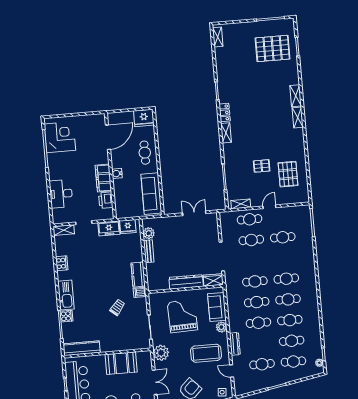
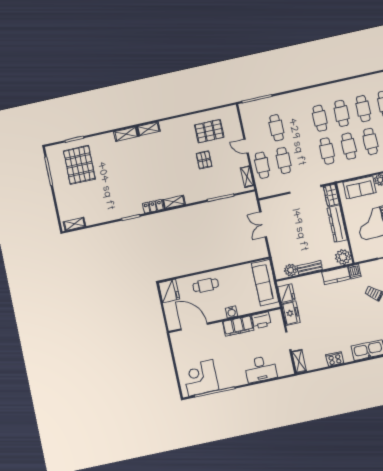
sofa: (151, 194) -> (265, 283), moved, turned 90
plant: (154, 283) -> (343, 257), added

